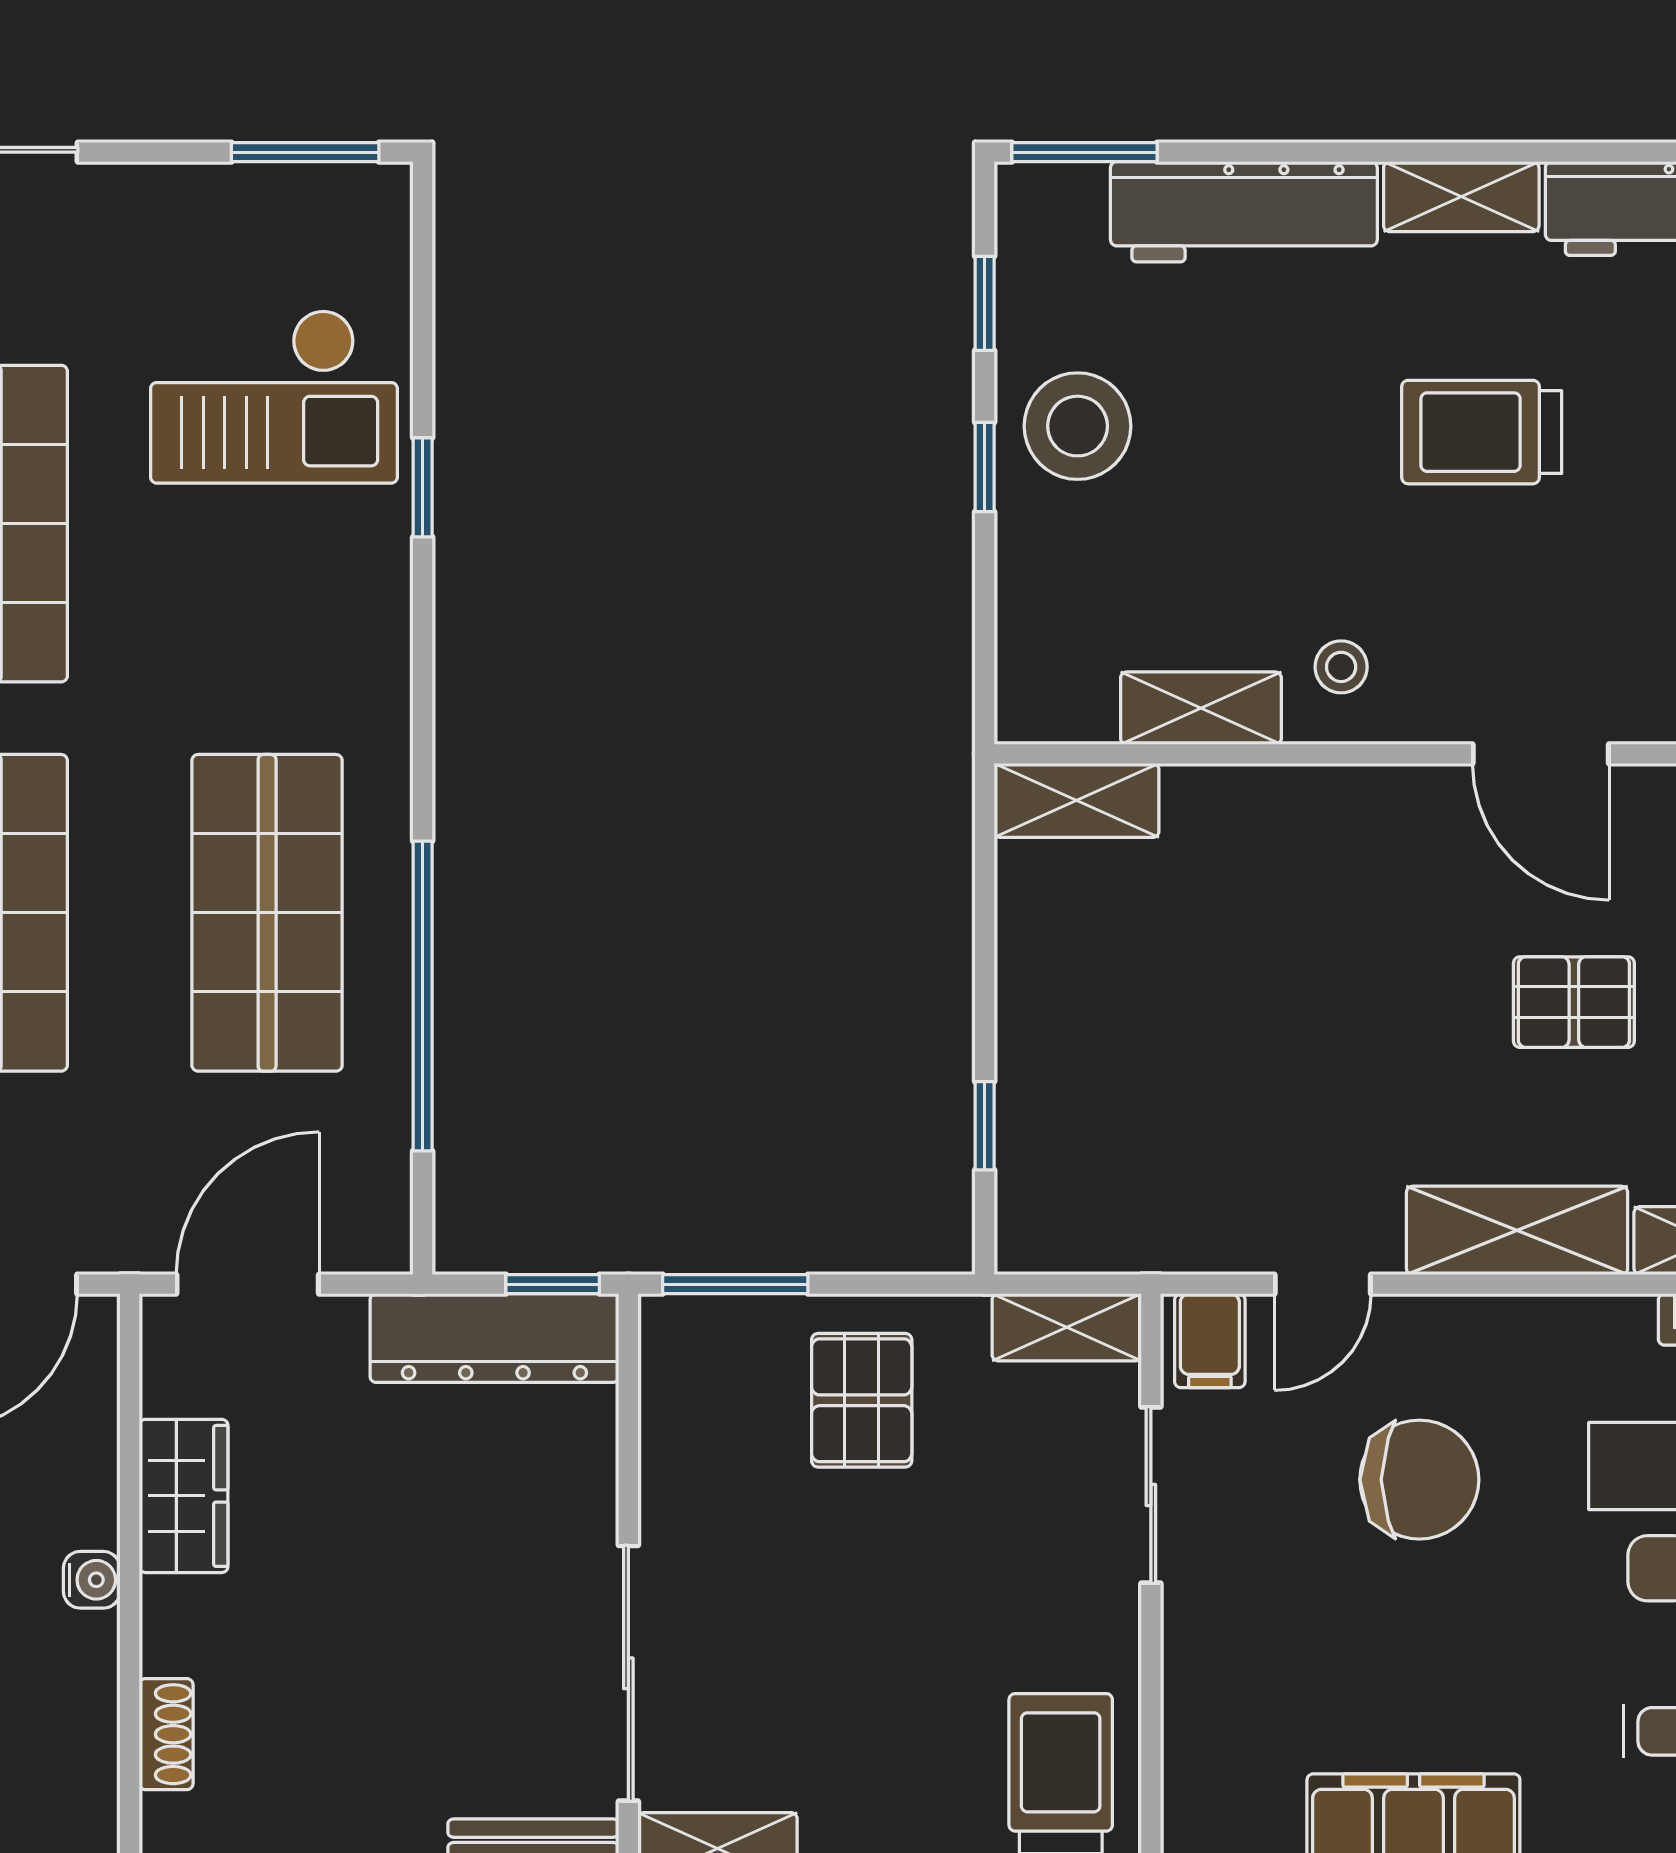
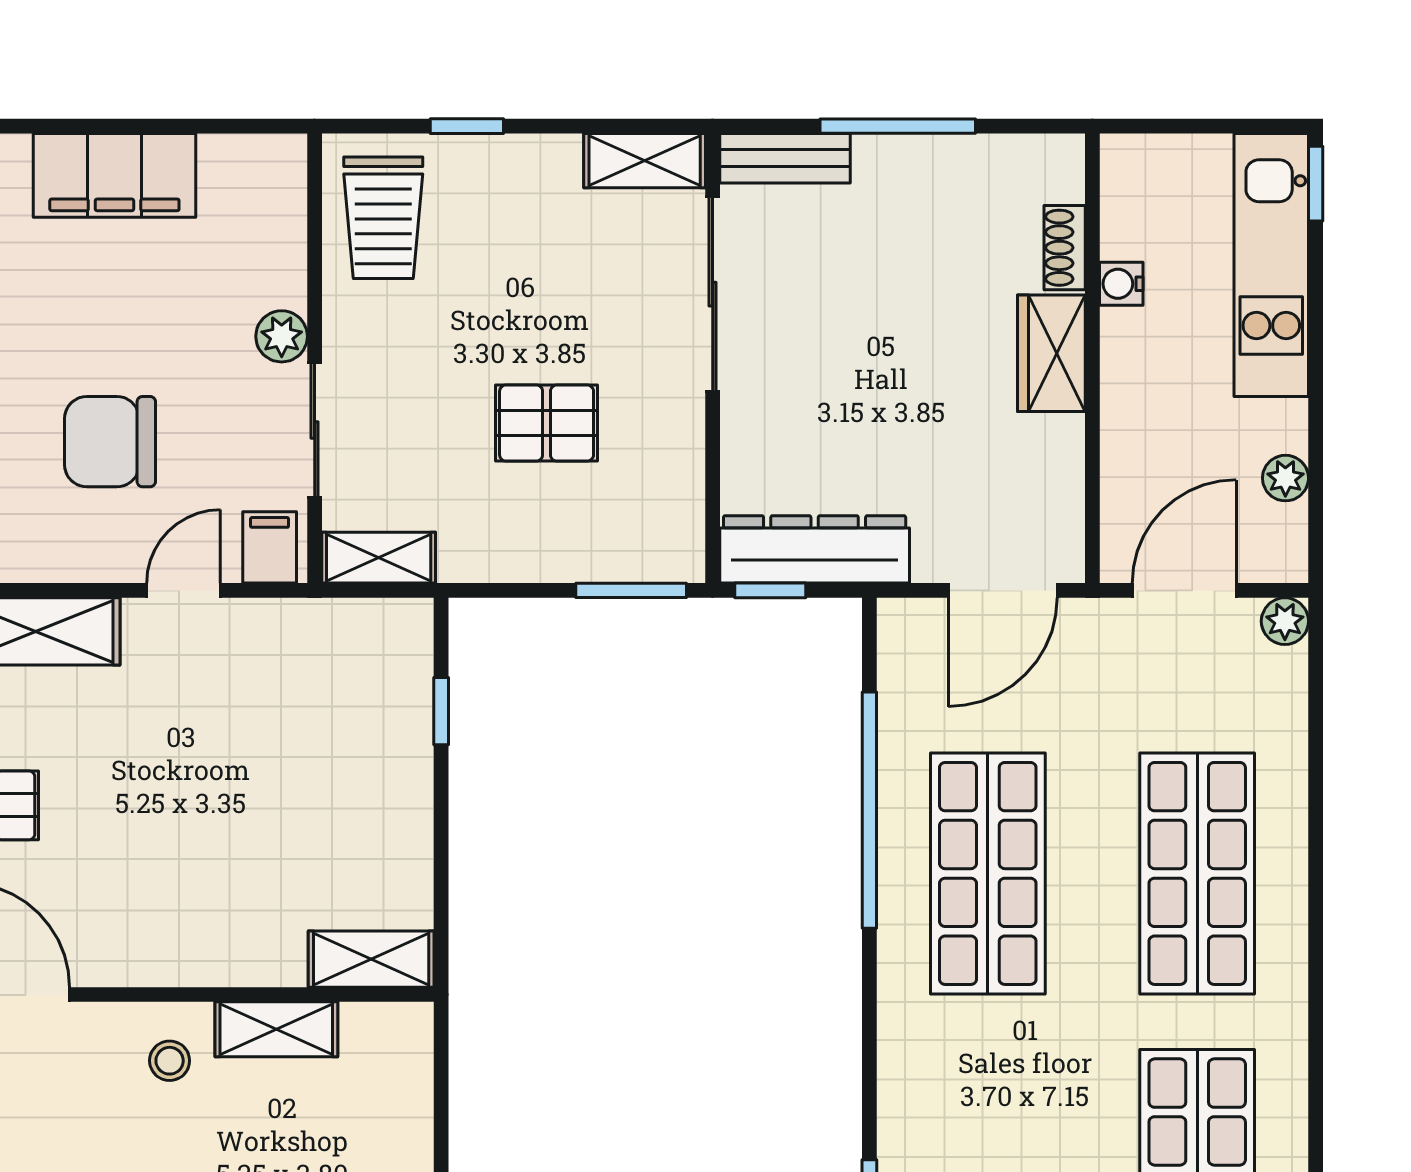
pallet: (862, 1400) -> (547, 423), moved, turned 90
wardrobe: (184, 1496) -> (1051, 353), moved
water cooler: (92, 1580) -> (1121, 284), moved
plant: (1194, 1618) -> (282, 336), added

